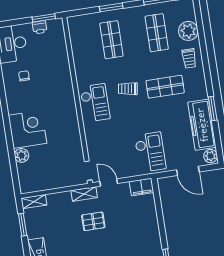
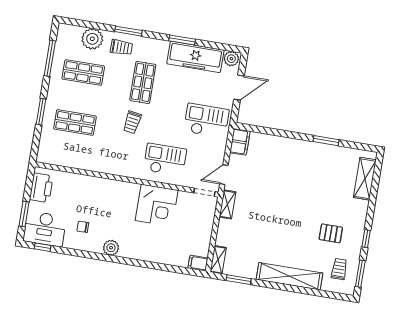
window: (44, 18) -> (24, 214), moved
printer: (40, 27) -> (41, 188), width x1.87, depth x1.48
window: (205, 60) -> (128, 31), added
checkout: (95, 103) -> (165, 160), moved
corner desk: (28, 129) -> (157, 205), moved, turned 180
plant: (22, 155) -> (111, 248), moved
filing cabinet: (25, 185) -> (198, 263), added
pallet: (93, 221) -> (259, 204), removed

